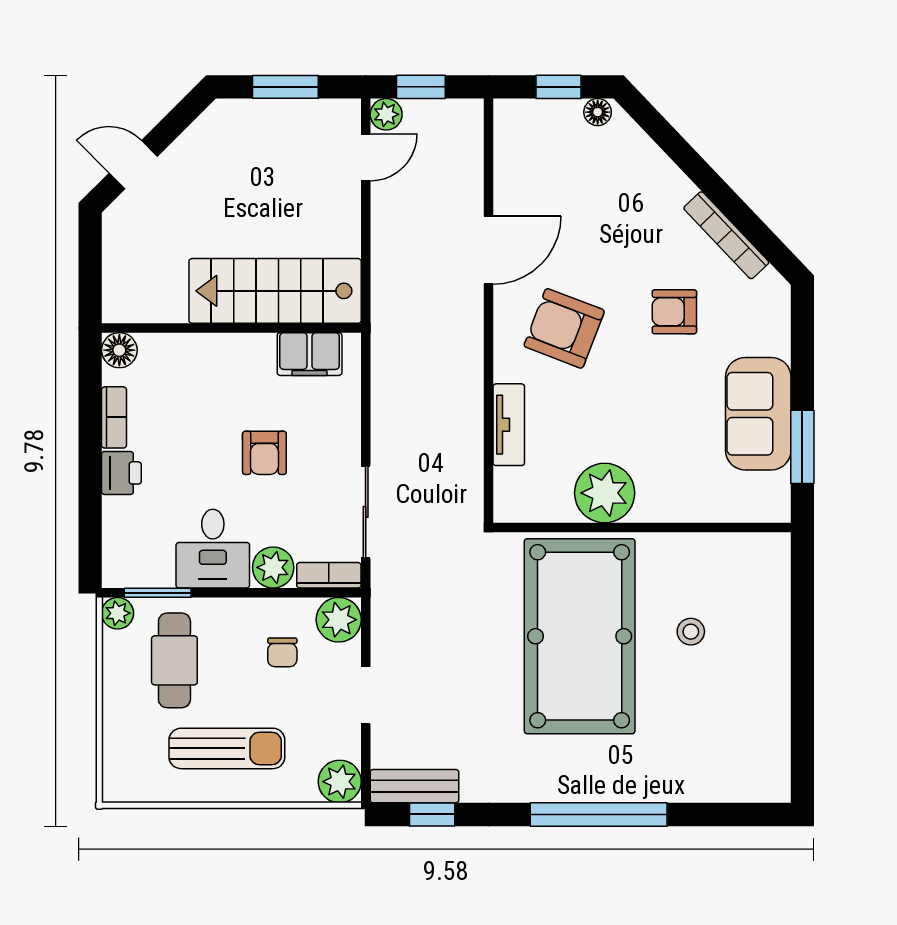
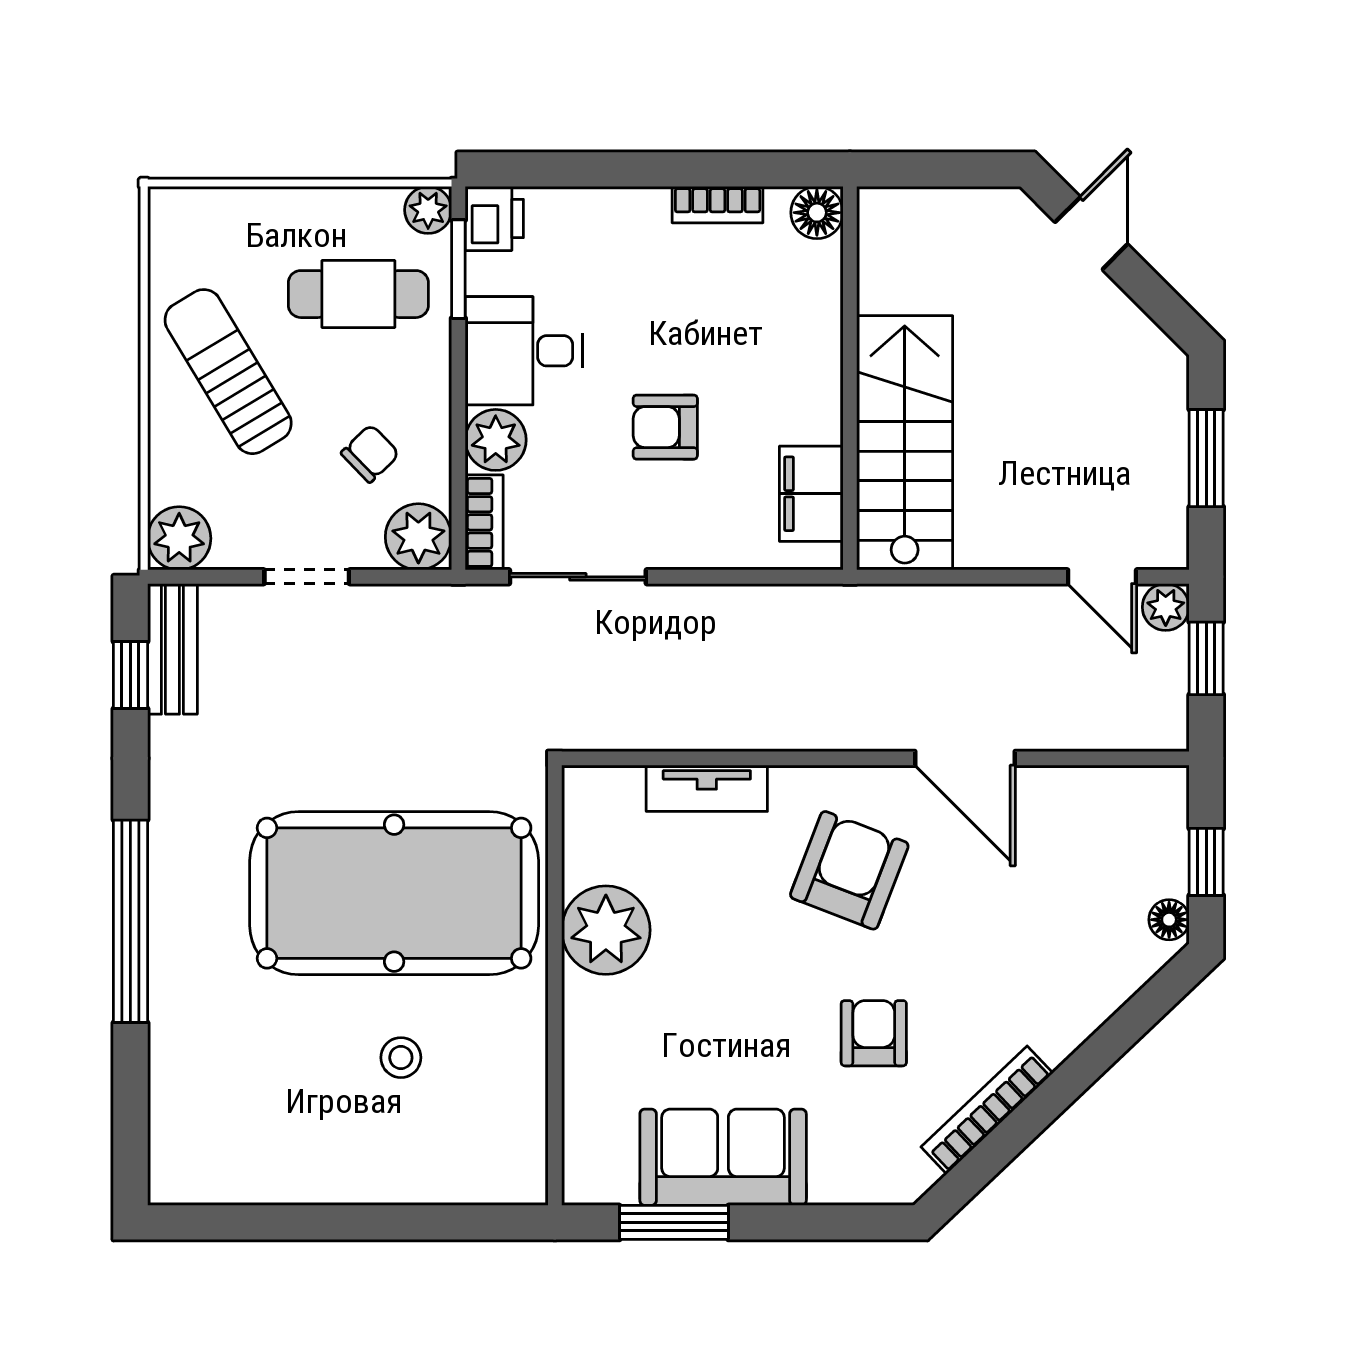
printer: (121, 473) -> (494, 219), moved, turned -90
chair: (282, 652) -> (370, 454), turned 136
sun lounger: (227, 748) -> (228, 372), turned 149

